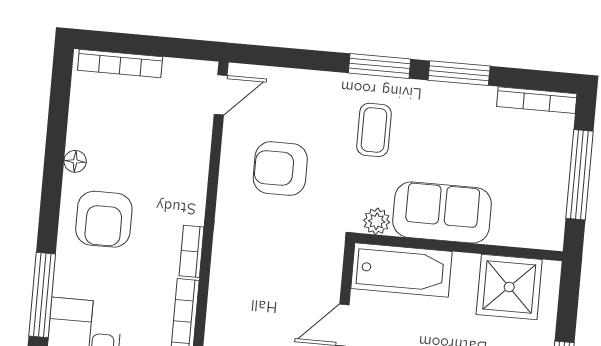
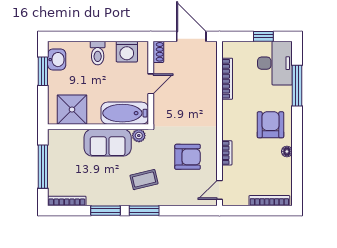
coffee table: (374, 130) -> (144, 180), turned 76
bookcase: (191, 251) -> (227, 153), moved

